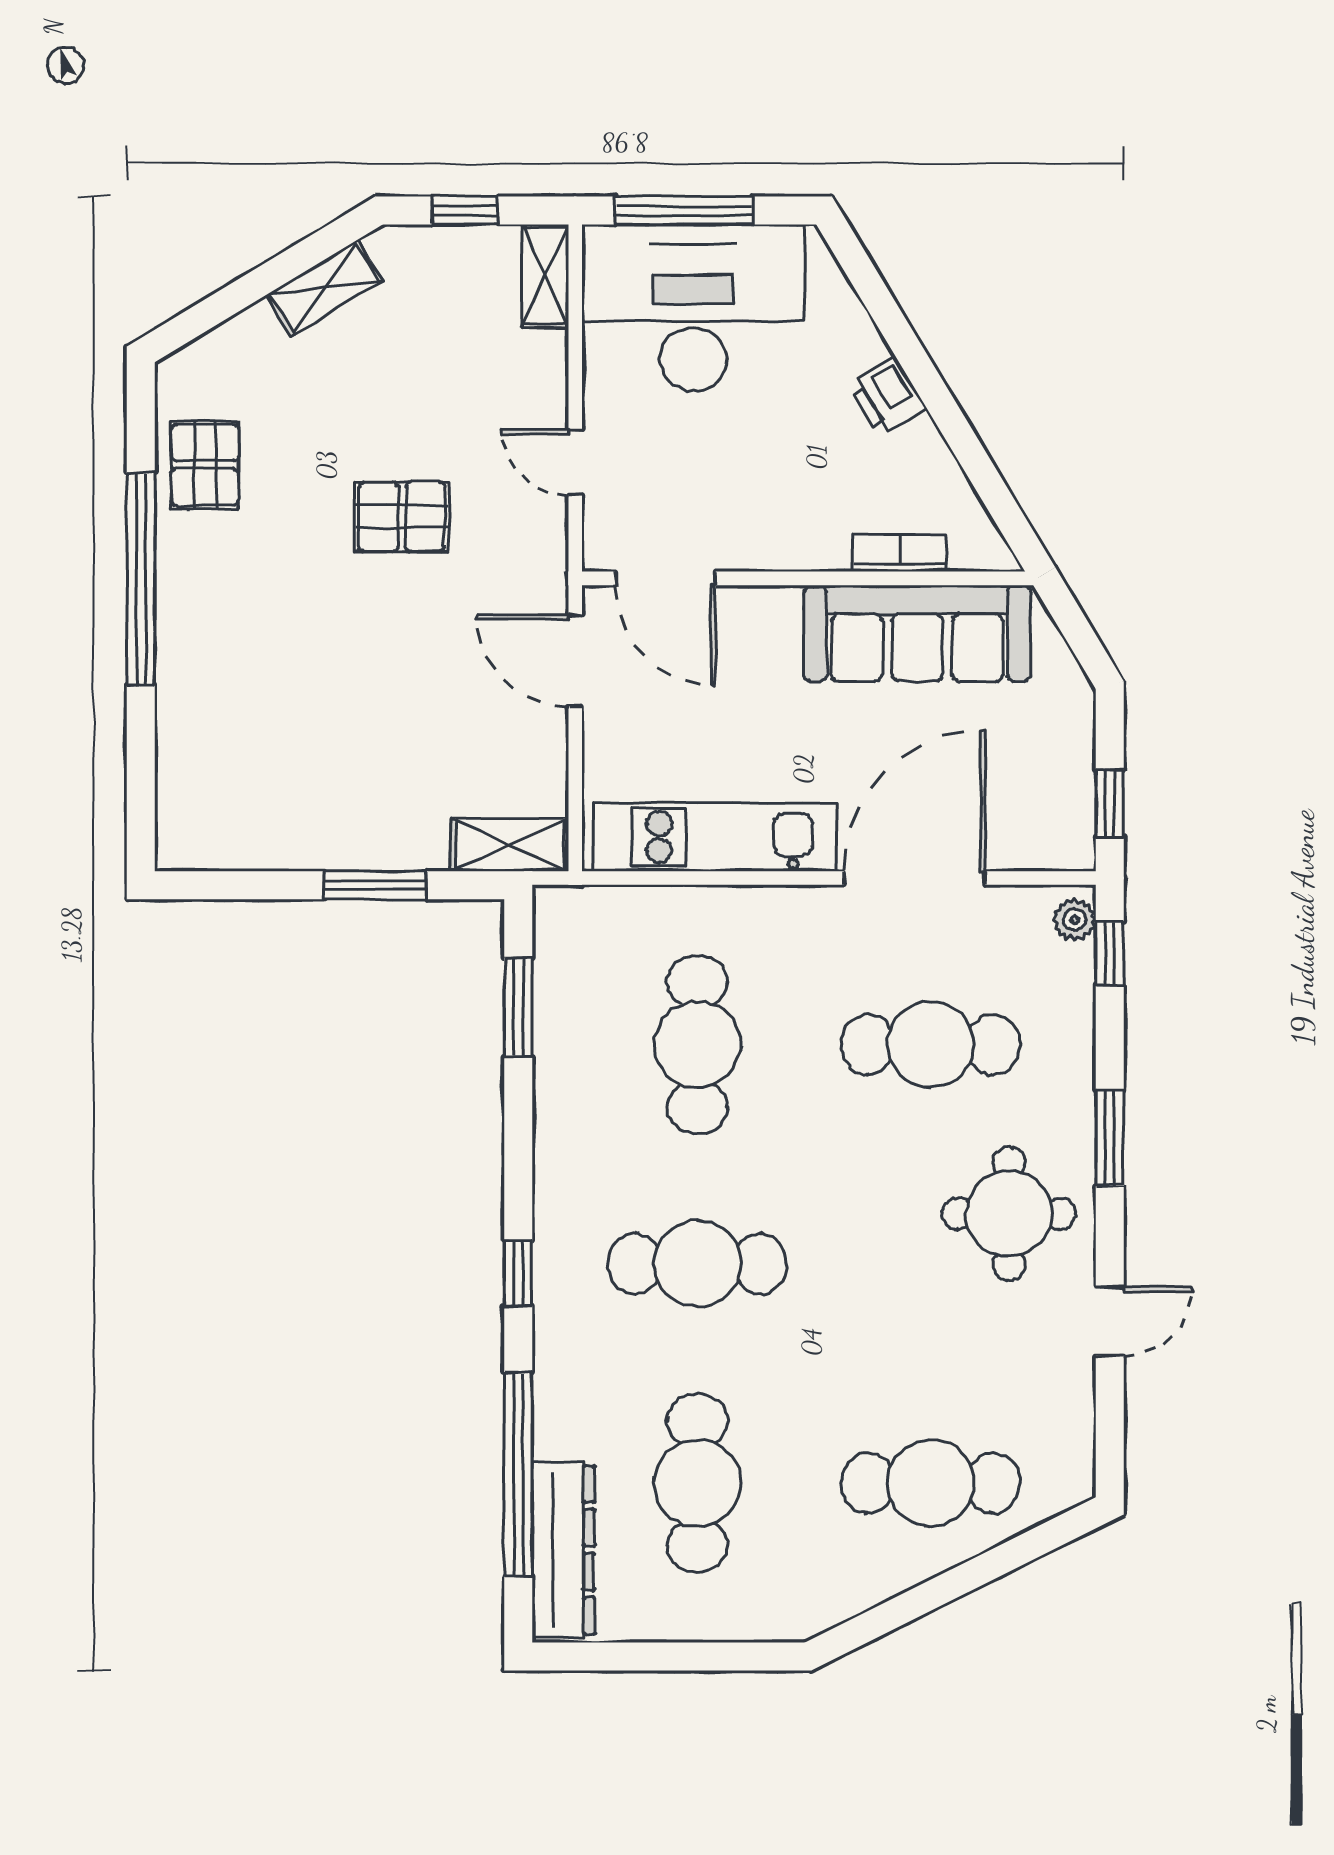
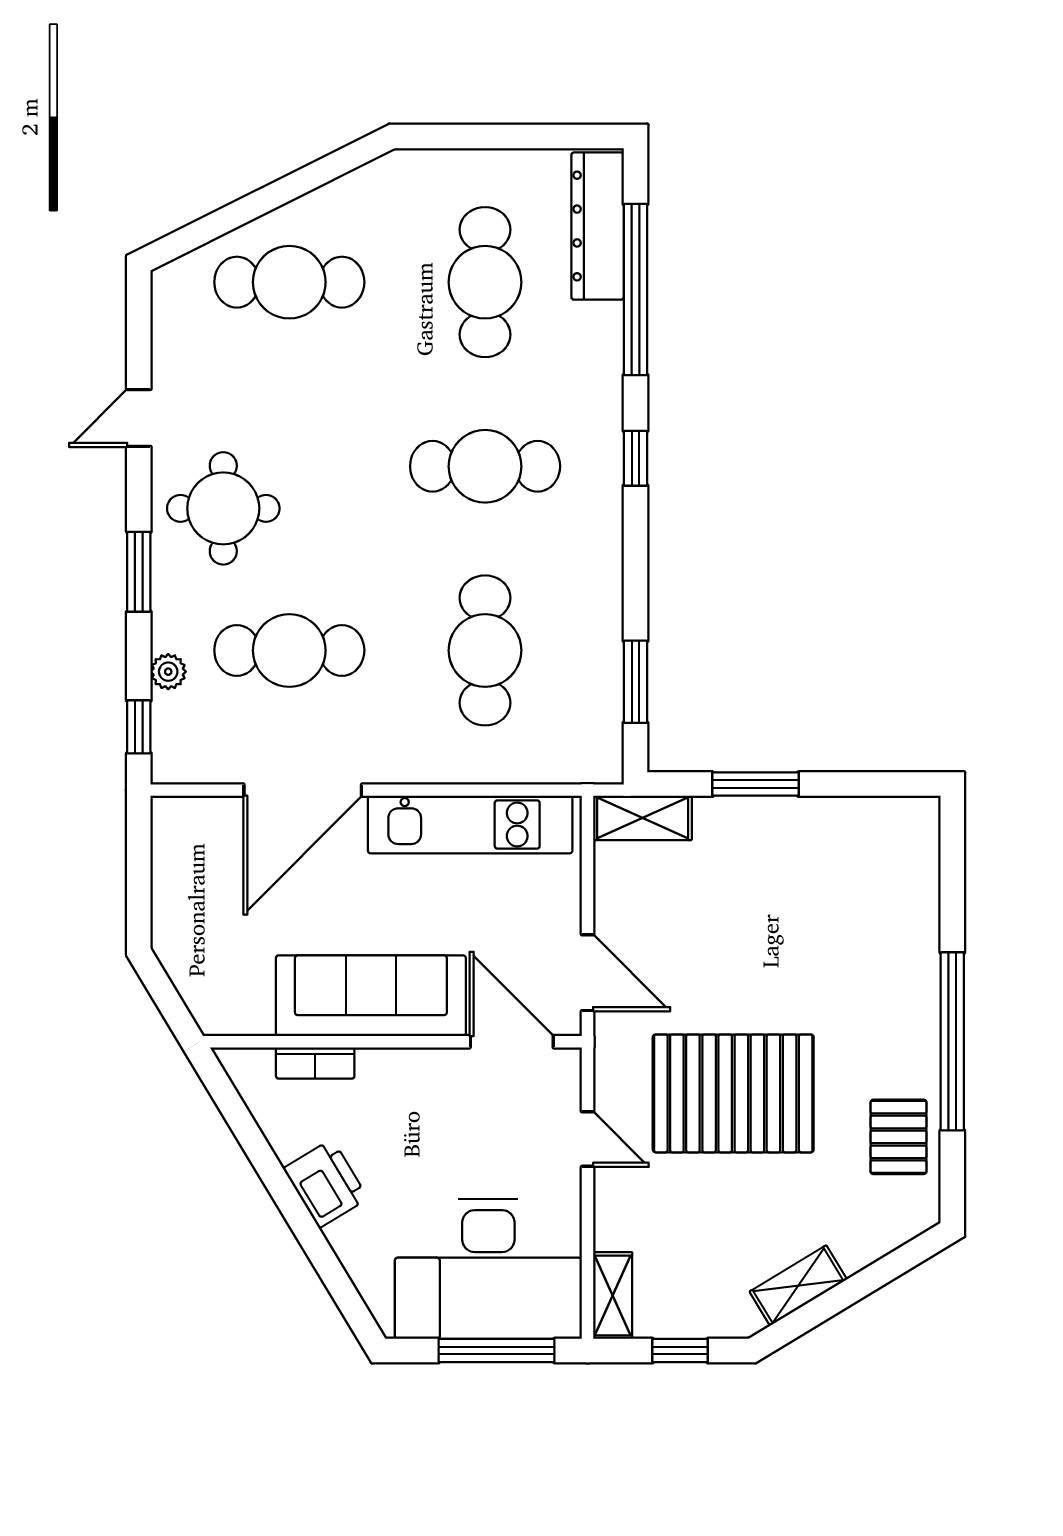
printer: (887, 396) -> (326, 1184), width x1.36, depth x1.24
pallet: (402, 517) -> (733, 1093), width x2.05, depth x2.00
sofa: (917, 633) -> (371, 996), moved
window: (1110, 803) -> (139, 853), removed
plant: (1075, 920) -> (168, 672), moved

